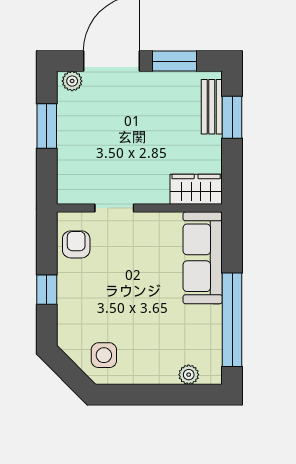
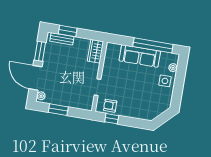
sofa: (203, 258) -> (140, 56), moved
window: (47, 290) -> (112, 119), moved
side table: (104, 355) -> (165, 81), moved

